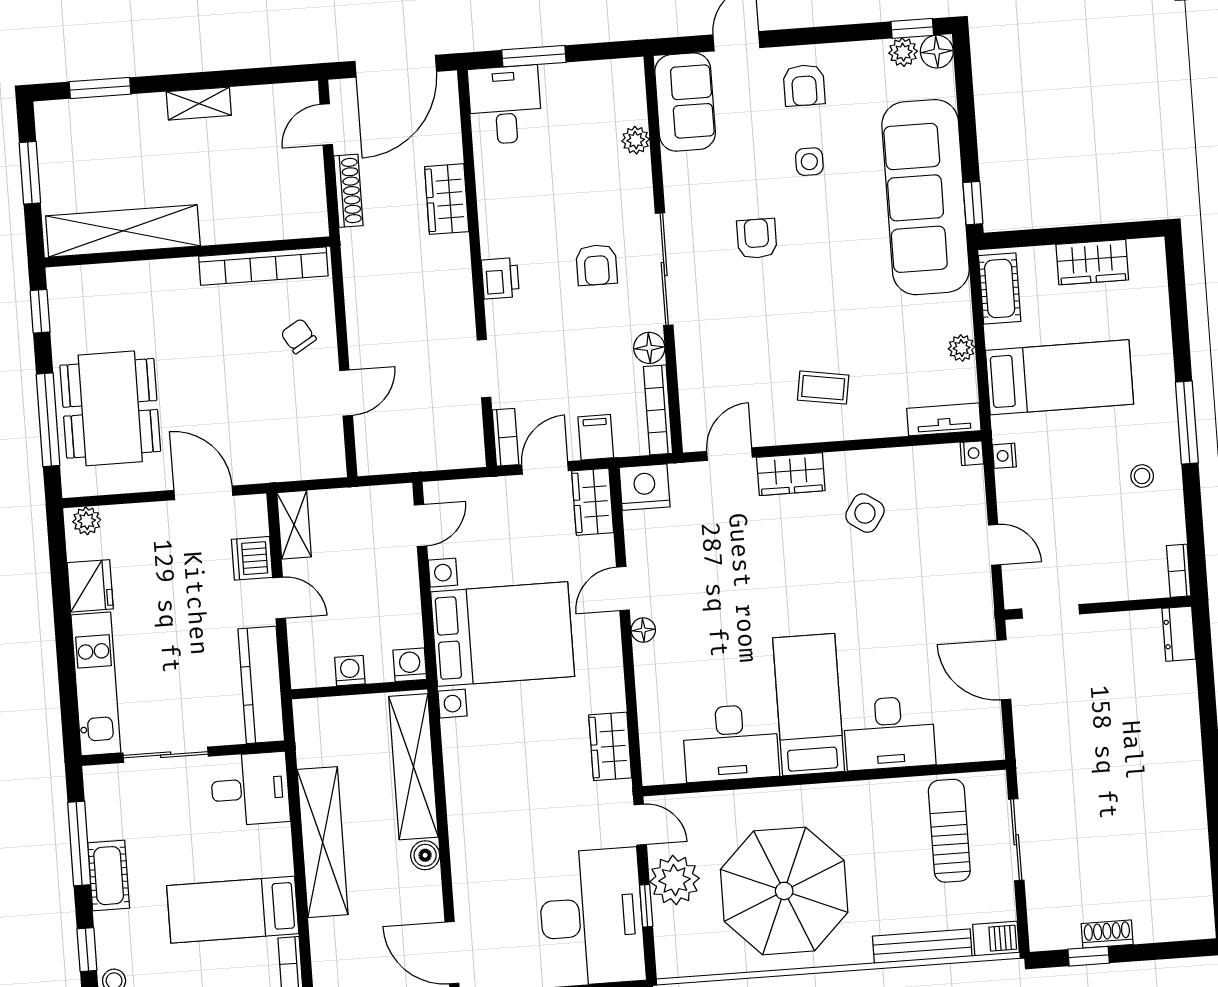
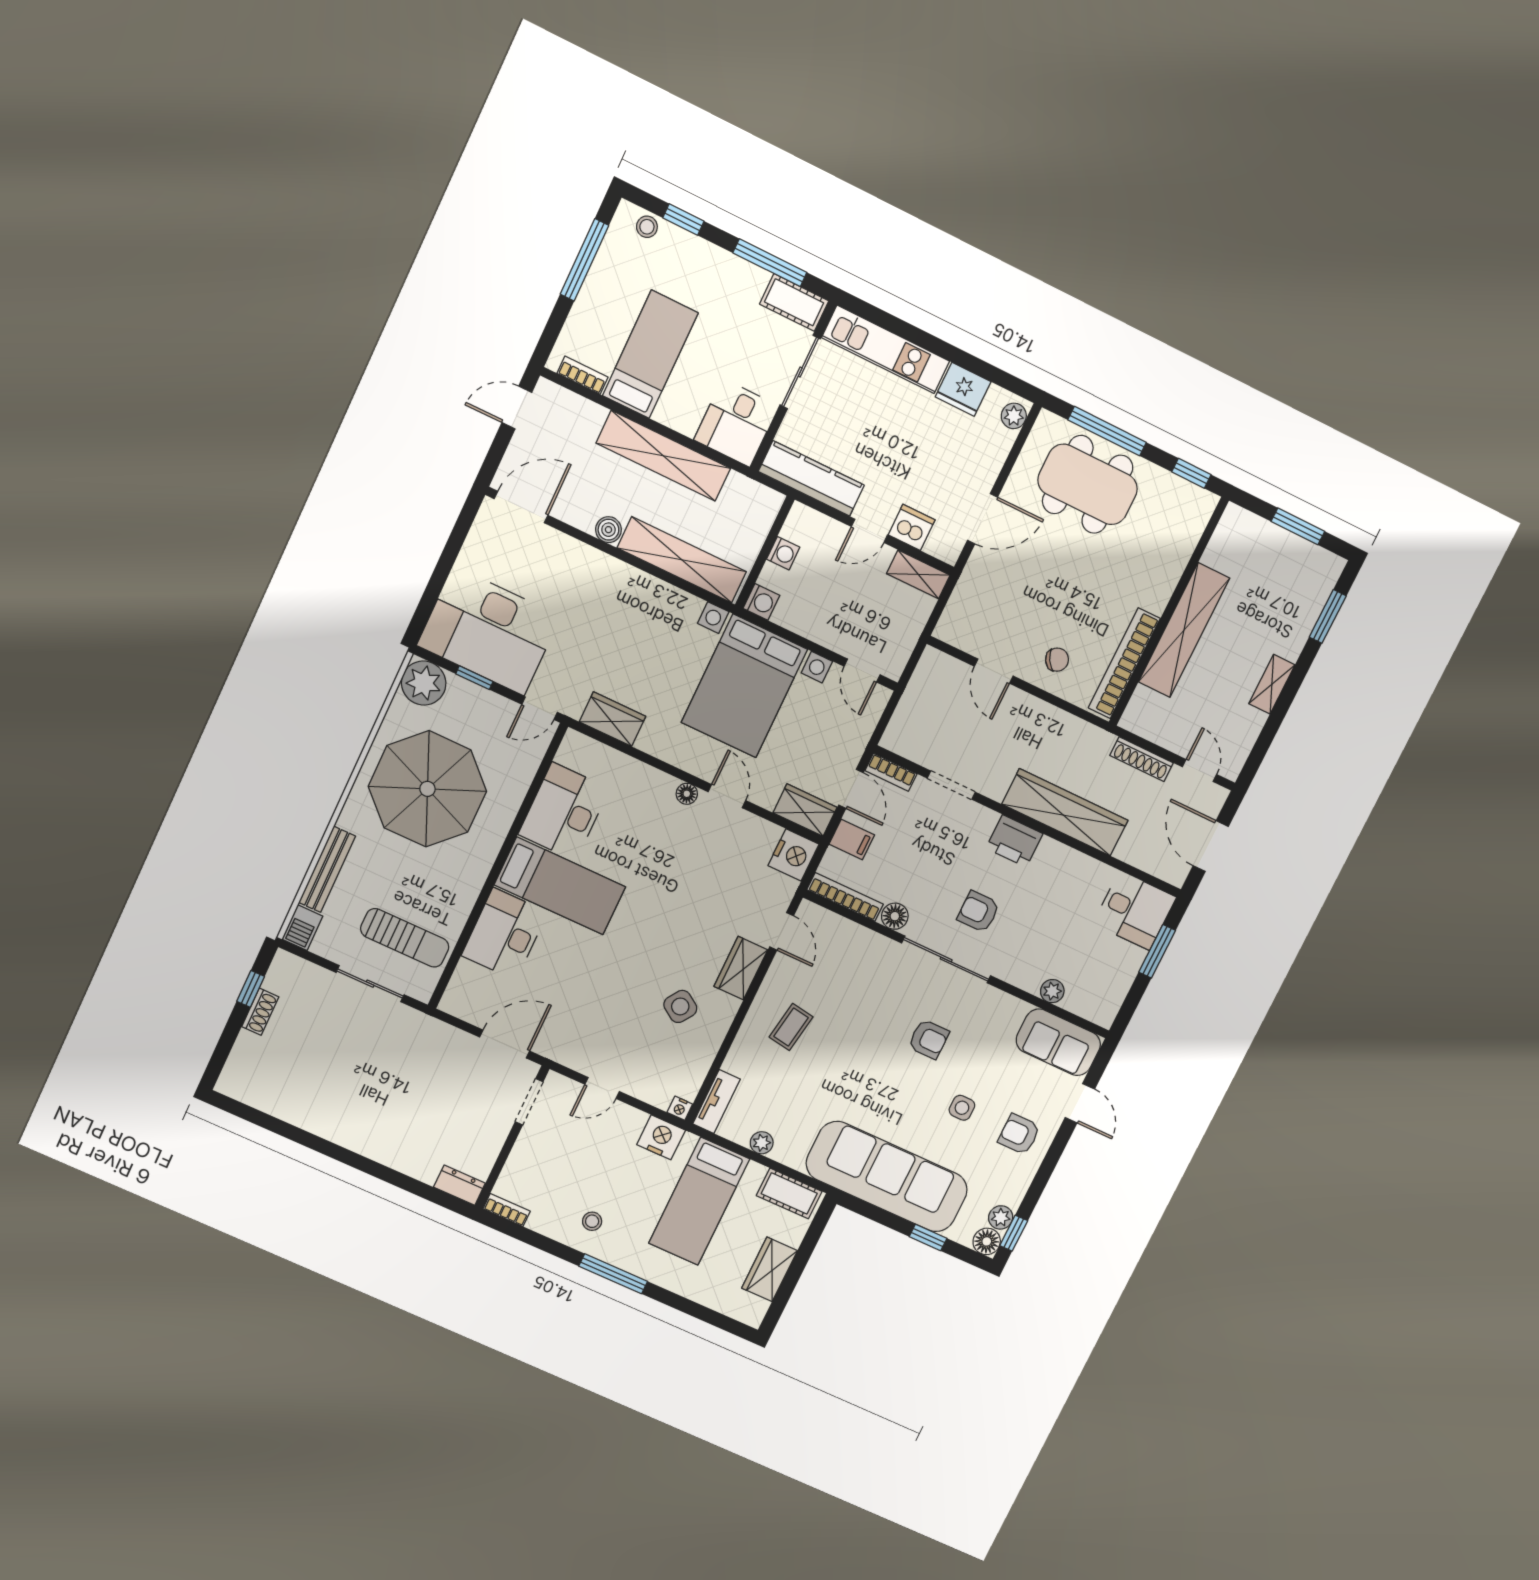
door: (396, 66) -> (1211, 846), width x0.73
wardrobe: (447, 199) -> (1065, 812), width x2.10, depth x1.17
window: (973, 203) -> (928, 1237), moved
shelving: (123, 231) -> (1184, 630), moved
printer: (500, 278) -> (1014, 841), width x1.36, depth x1.24
nightstand: (1004, 456) -> (661, 1137), width x1.89, depth x1.79
cot: (109, 876) -> (794, 302), moved
plant: (675, 880) -> (424, 683), moved

